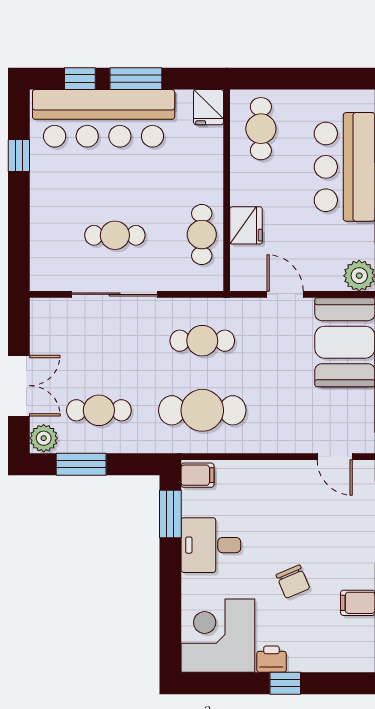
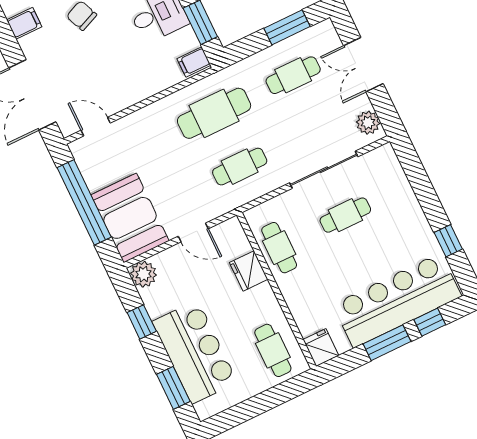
plant: (44, 438) -> (368, 123), moved

